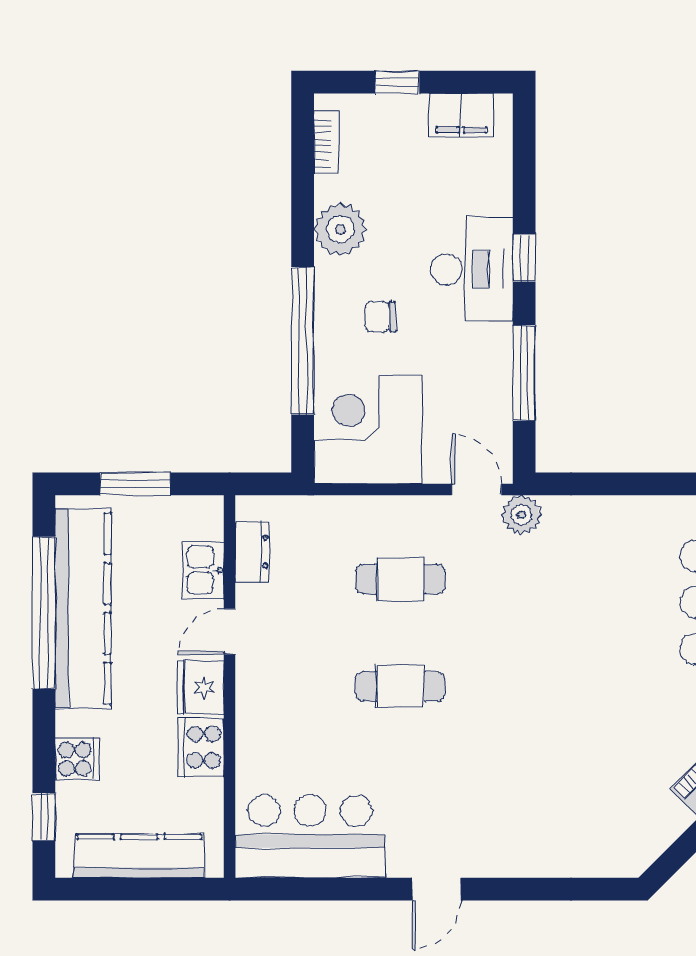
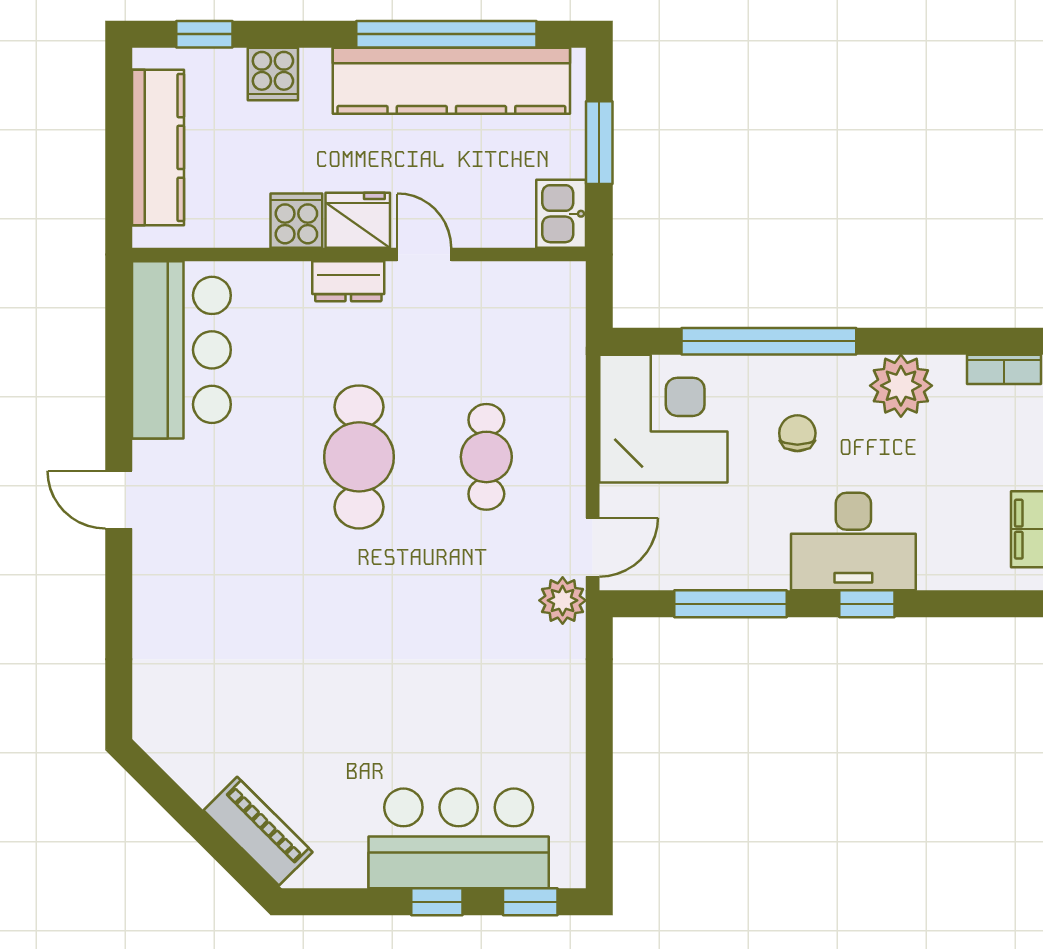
dresser: (252, 552) -> (348, 281), moved
kitchen sink: (203, 570) -> (561, 214), moved, turned -90
cafe table: (400, 686) -> (359, 457), width x1.37, depth x1.35
cooker: (201, 747) -> (296, 221), width x0.73

